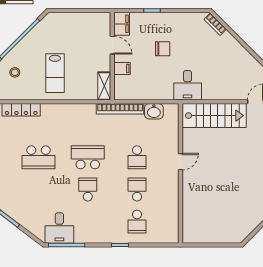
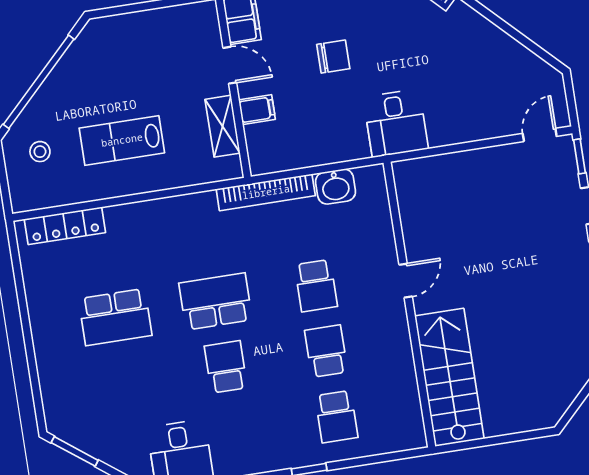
lab bench: (55, 73) -> (122, 140), turned 90
shelving: (104, 86) -> (223, 126), moved
stairs: (214, 116) -> (449, 377), moved, turned -90

